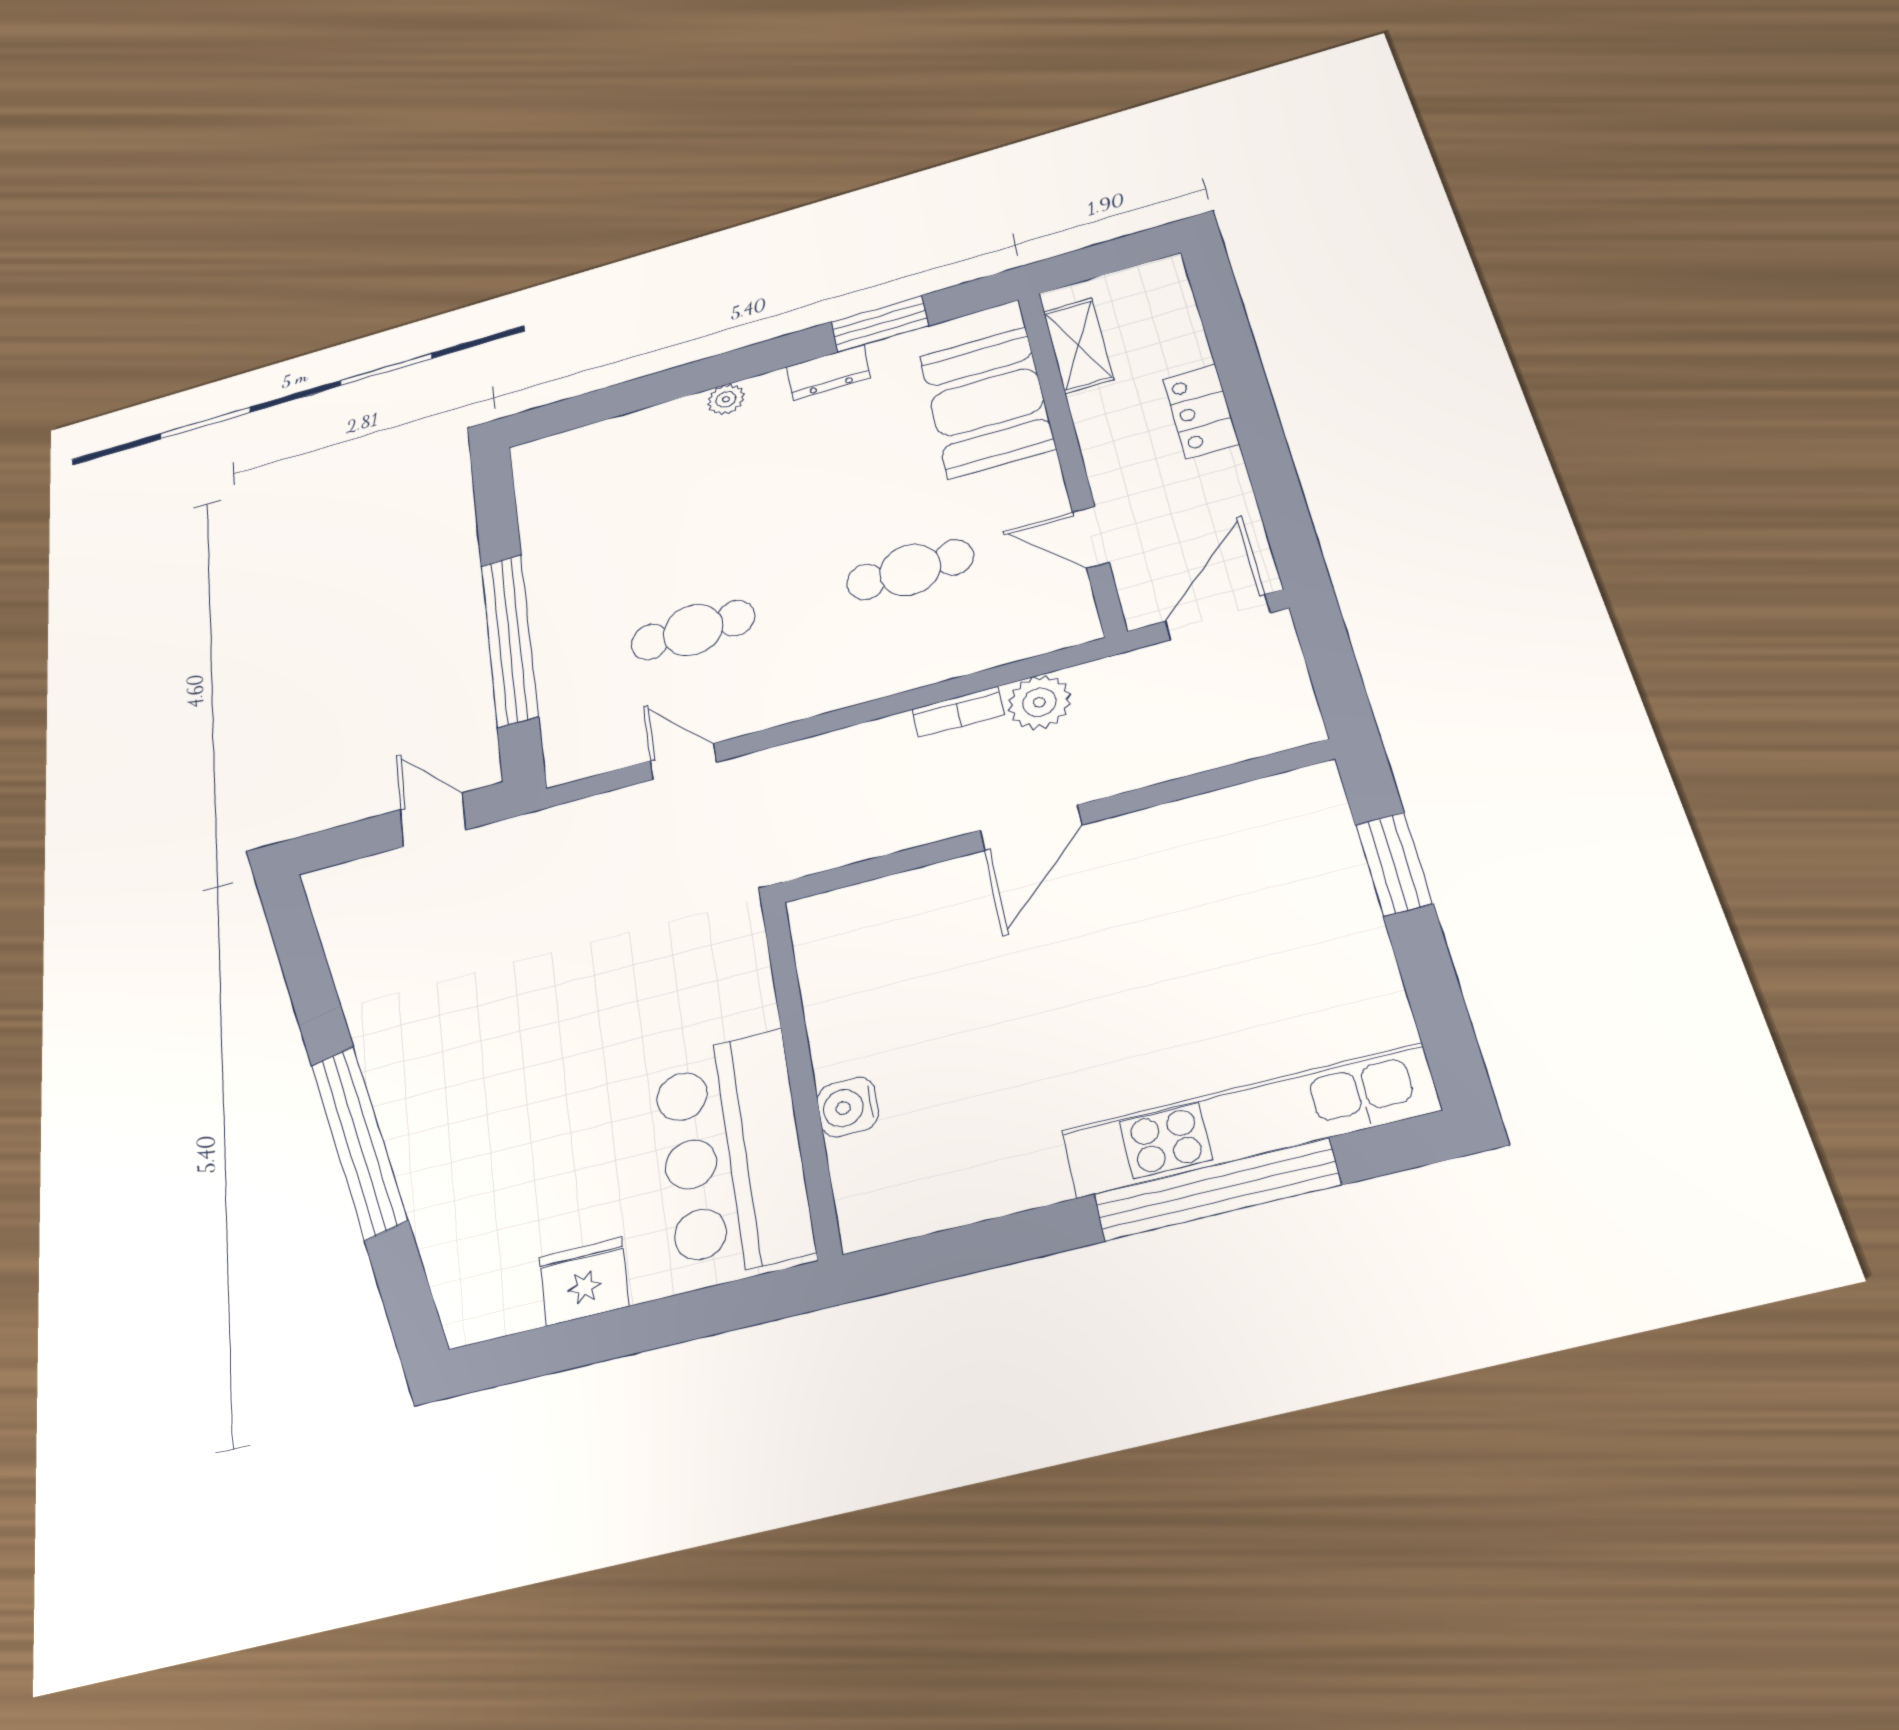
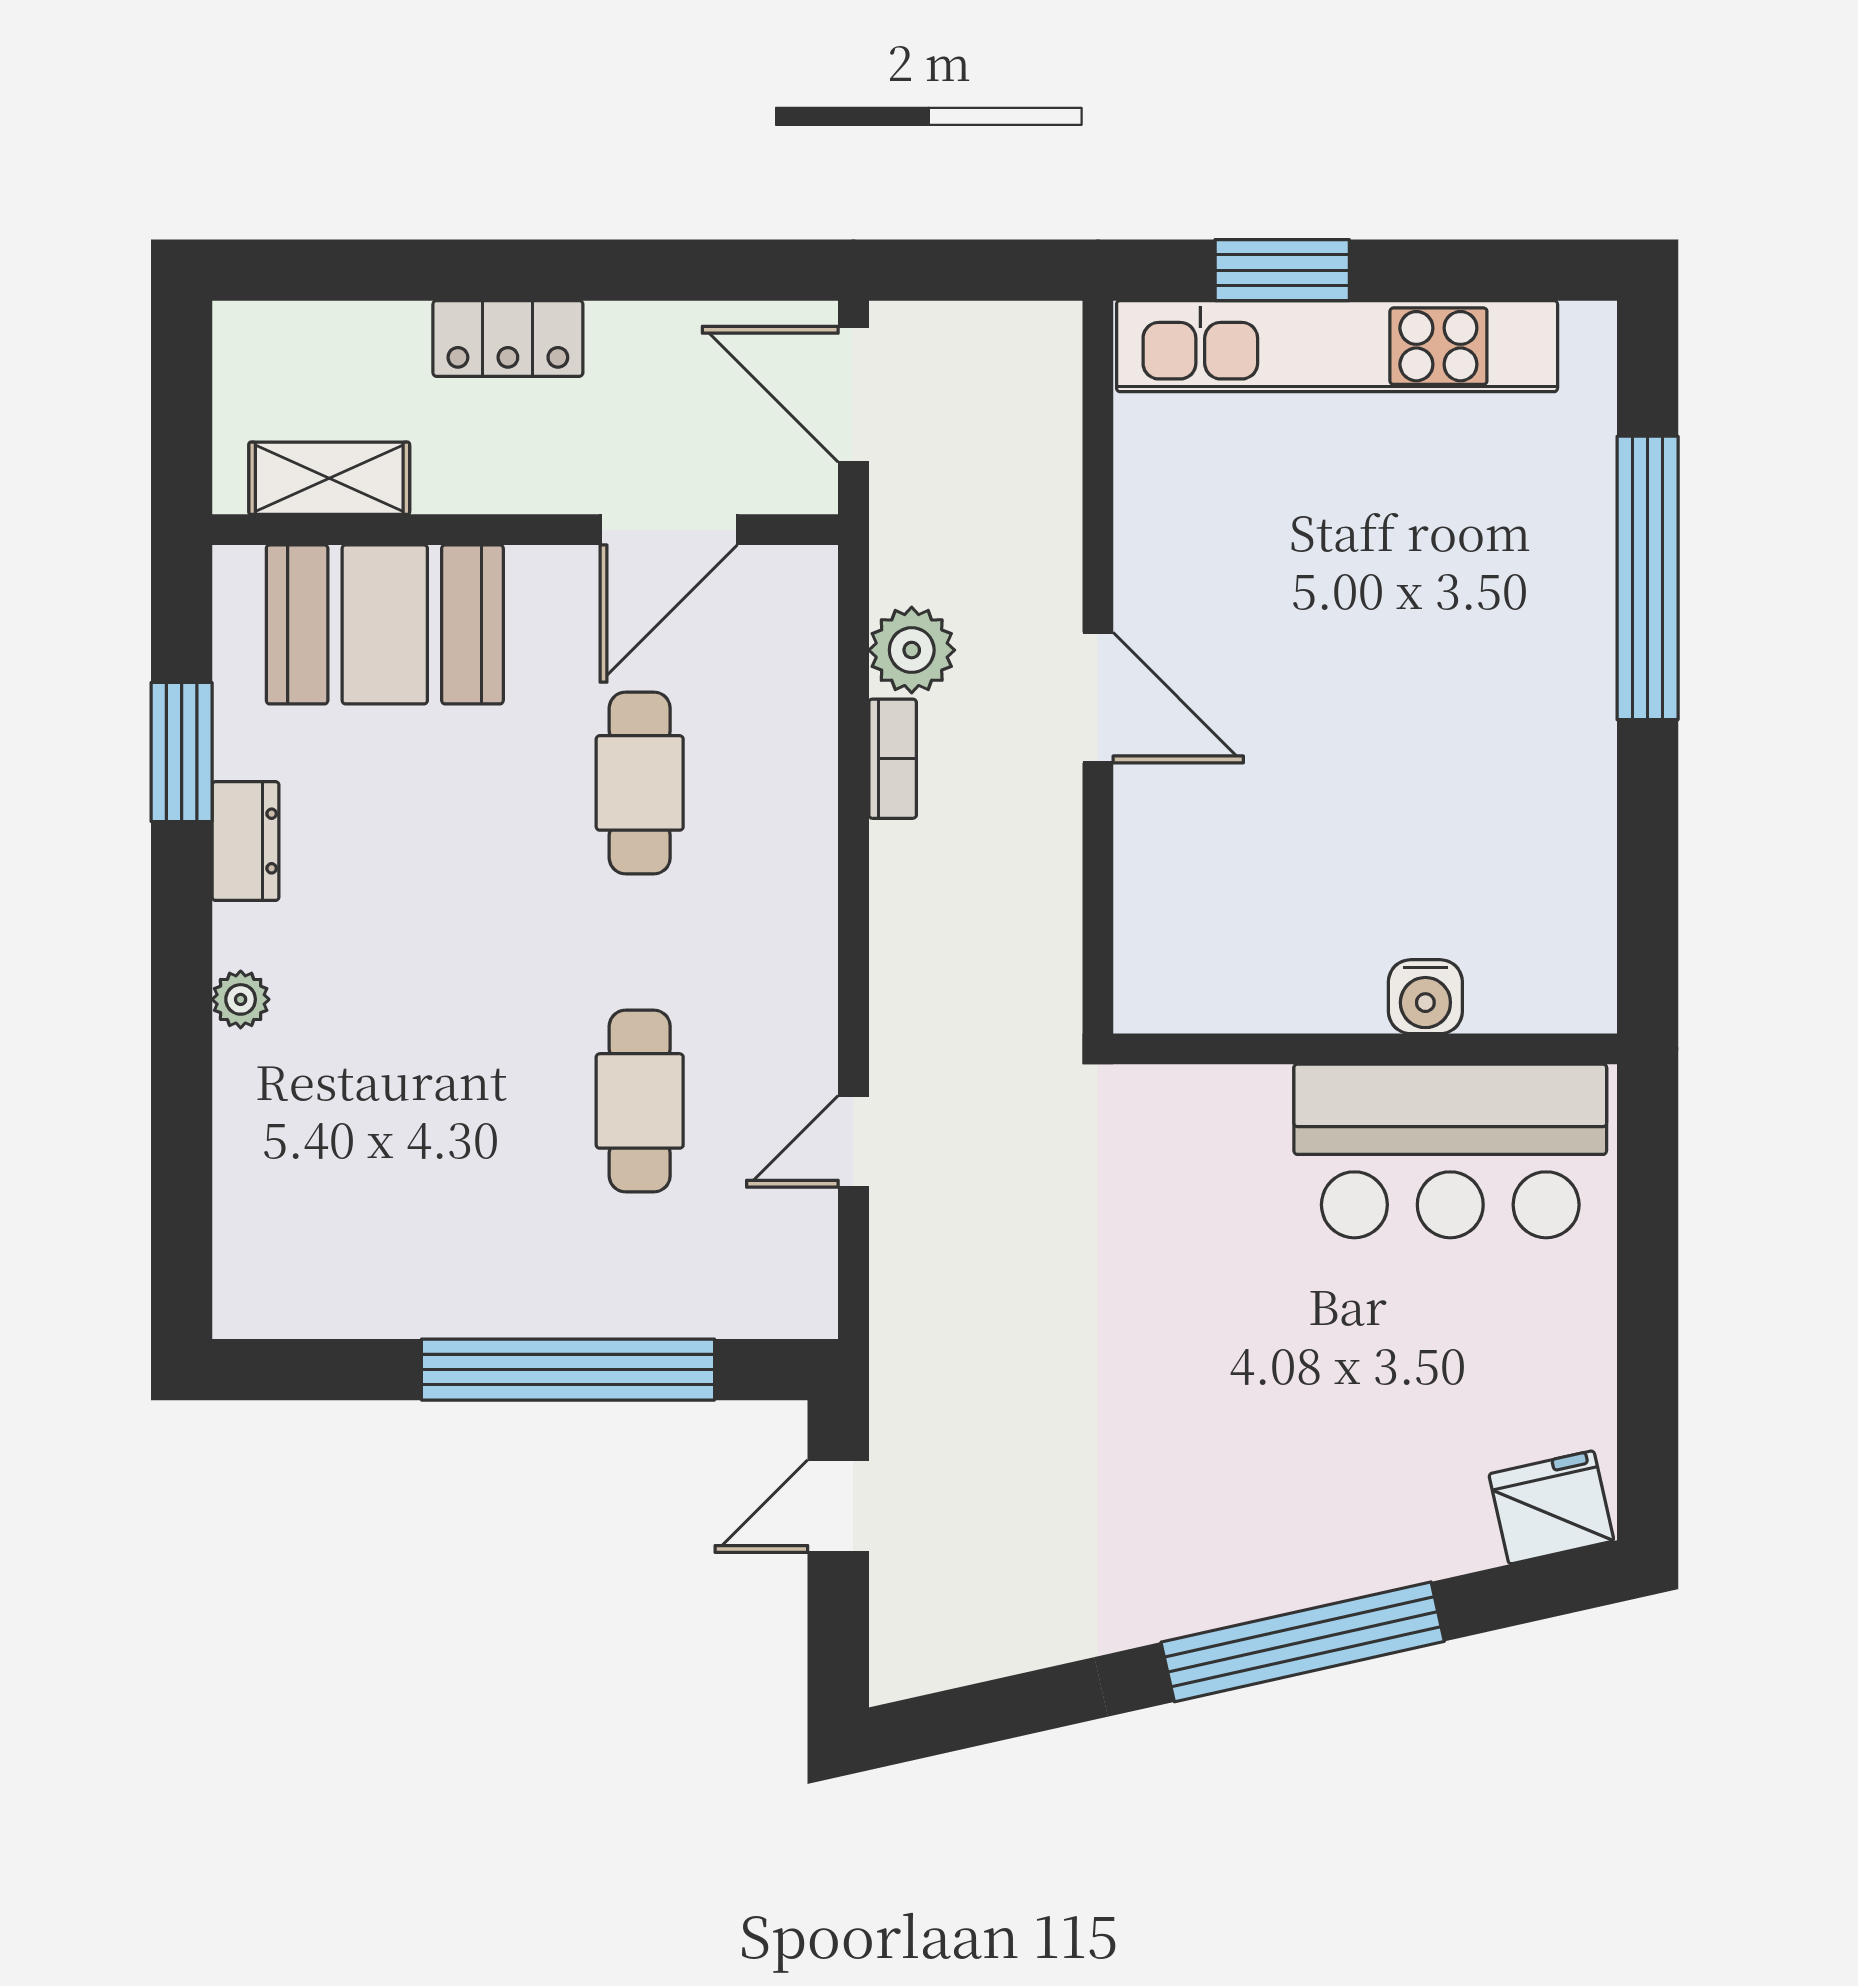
door: (1091, 537) -> (669, 530), width x1.38
kitchen unit: (1249, 1121) -> (1337, 346), moved, turned -90
fridge: (584, 1282) -> (1551, 1507), moved, turned 77

